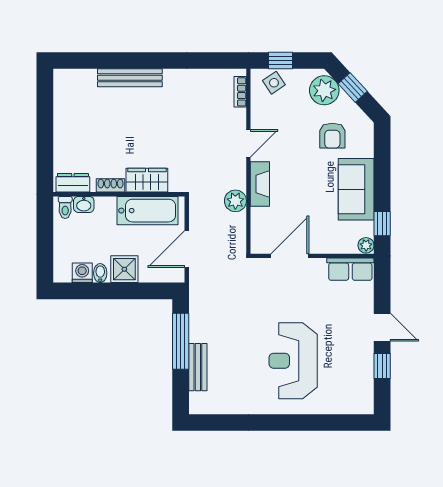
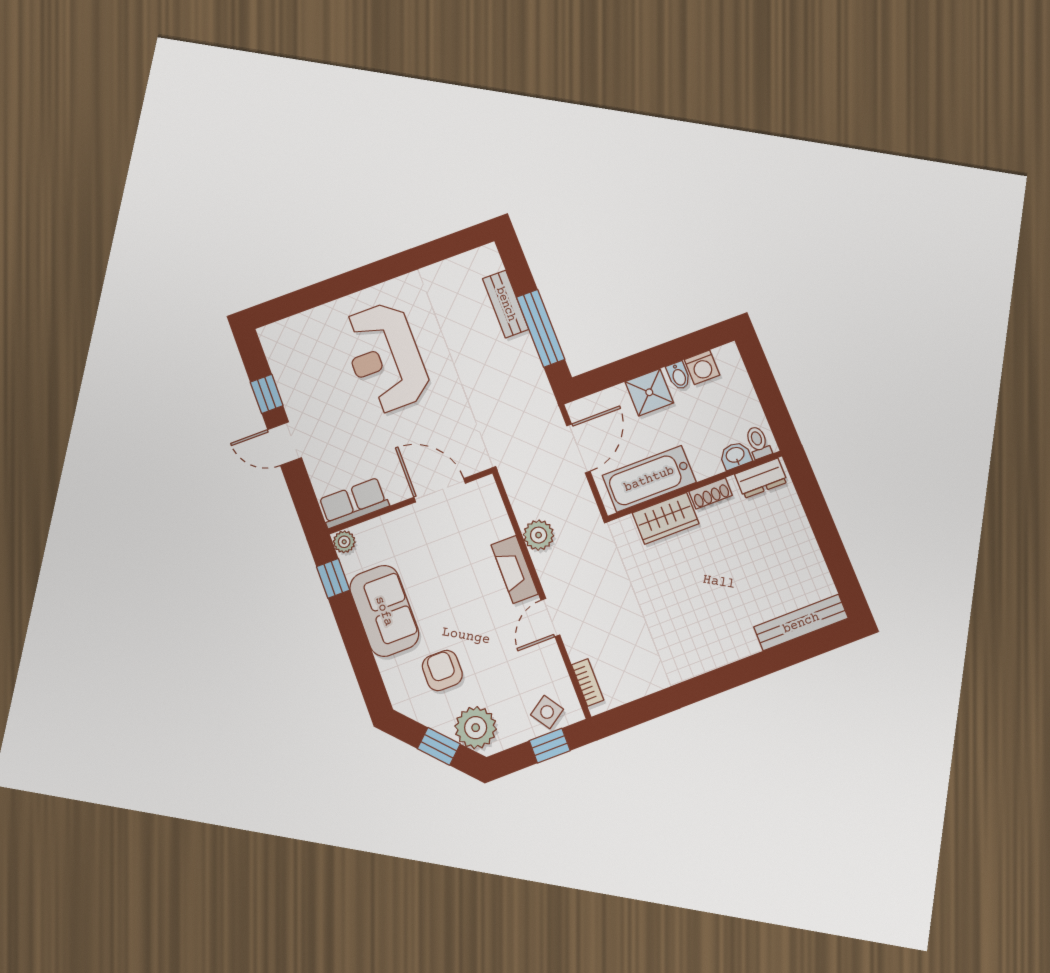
bench: (130, 78) -> (801, 623), moved
door: (290, 256) -> (440, 490), swing flipped
reception desk: (293, 361) -> (385, 358), turned 180

